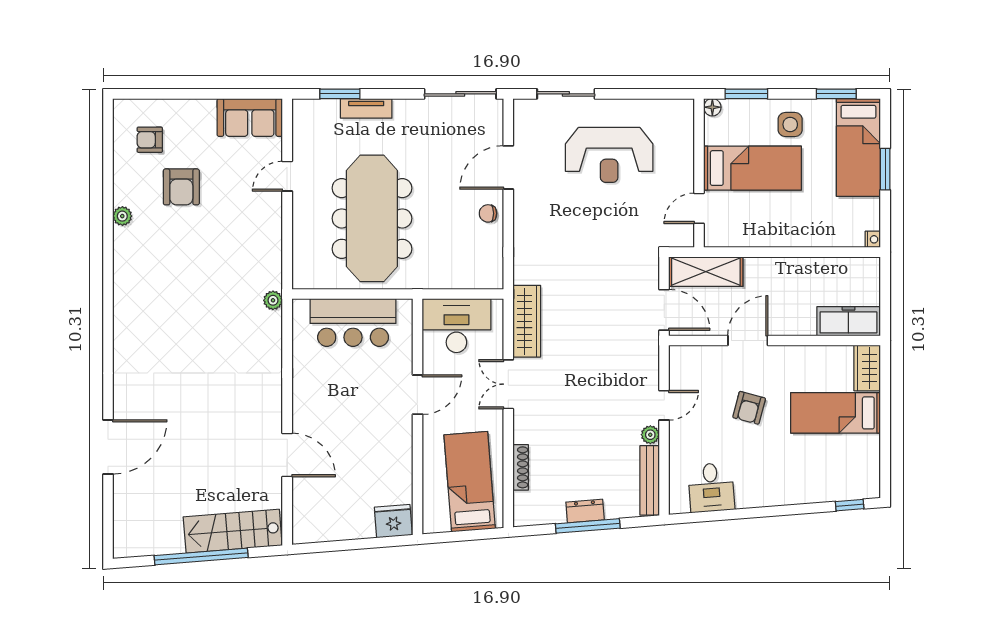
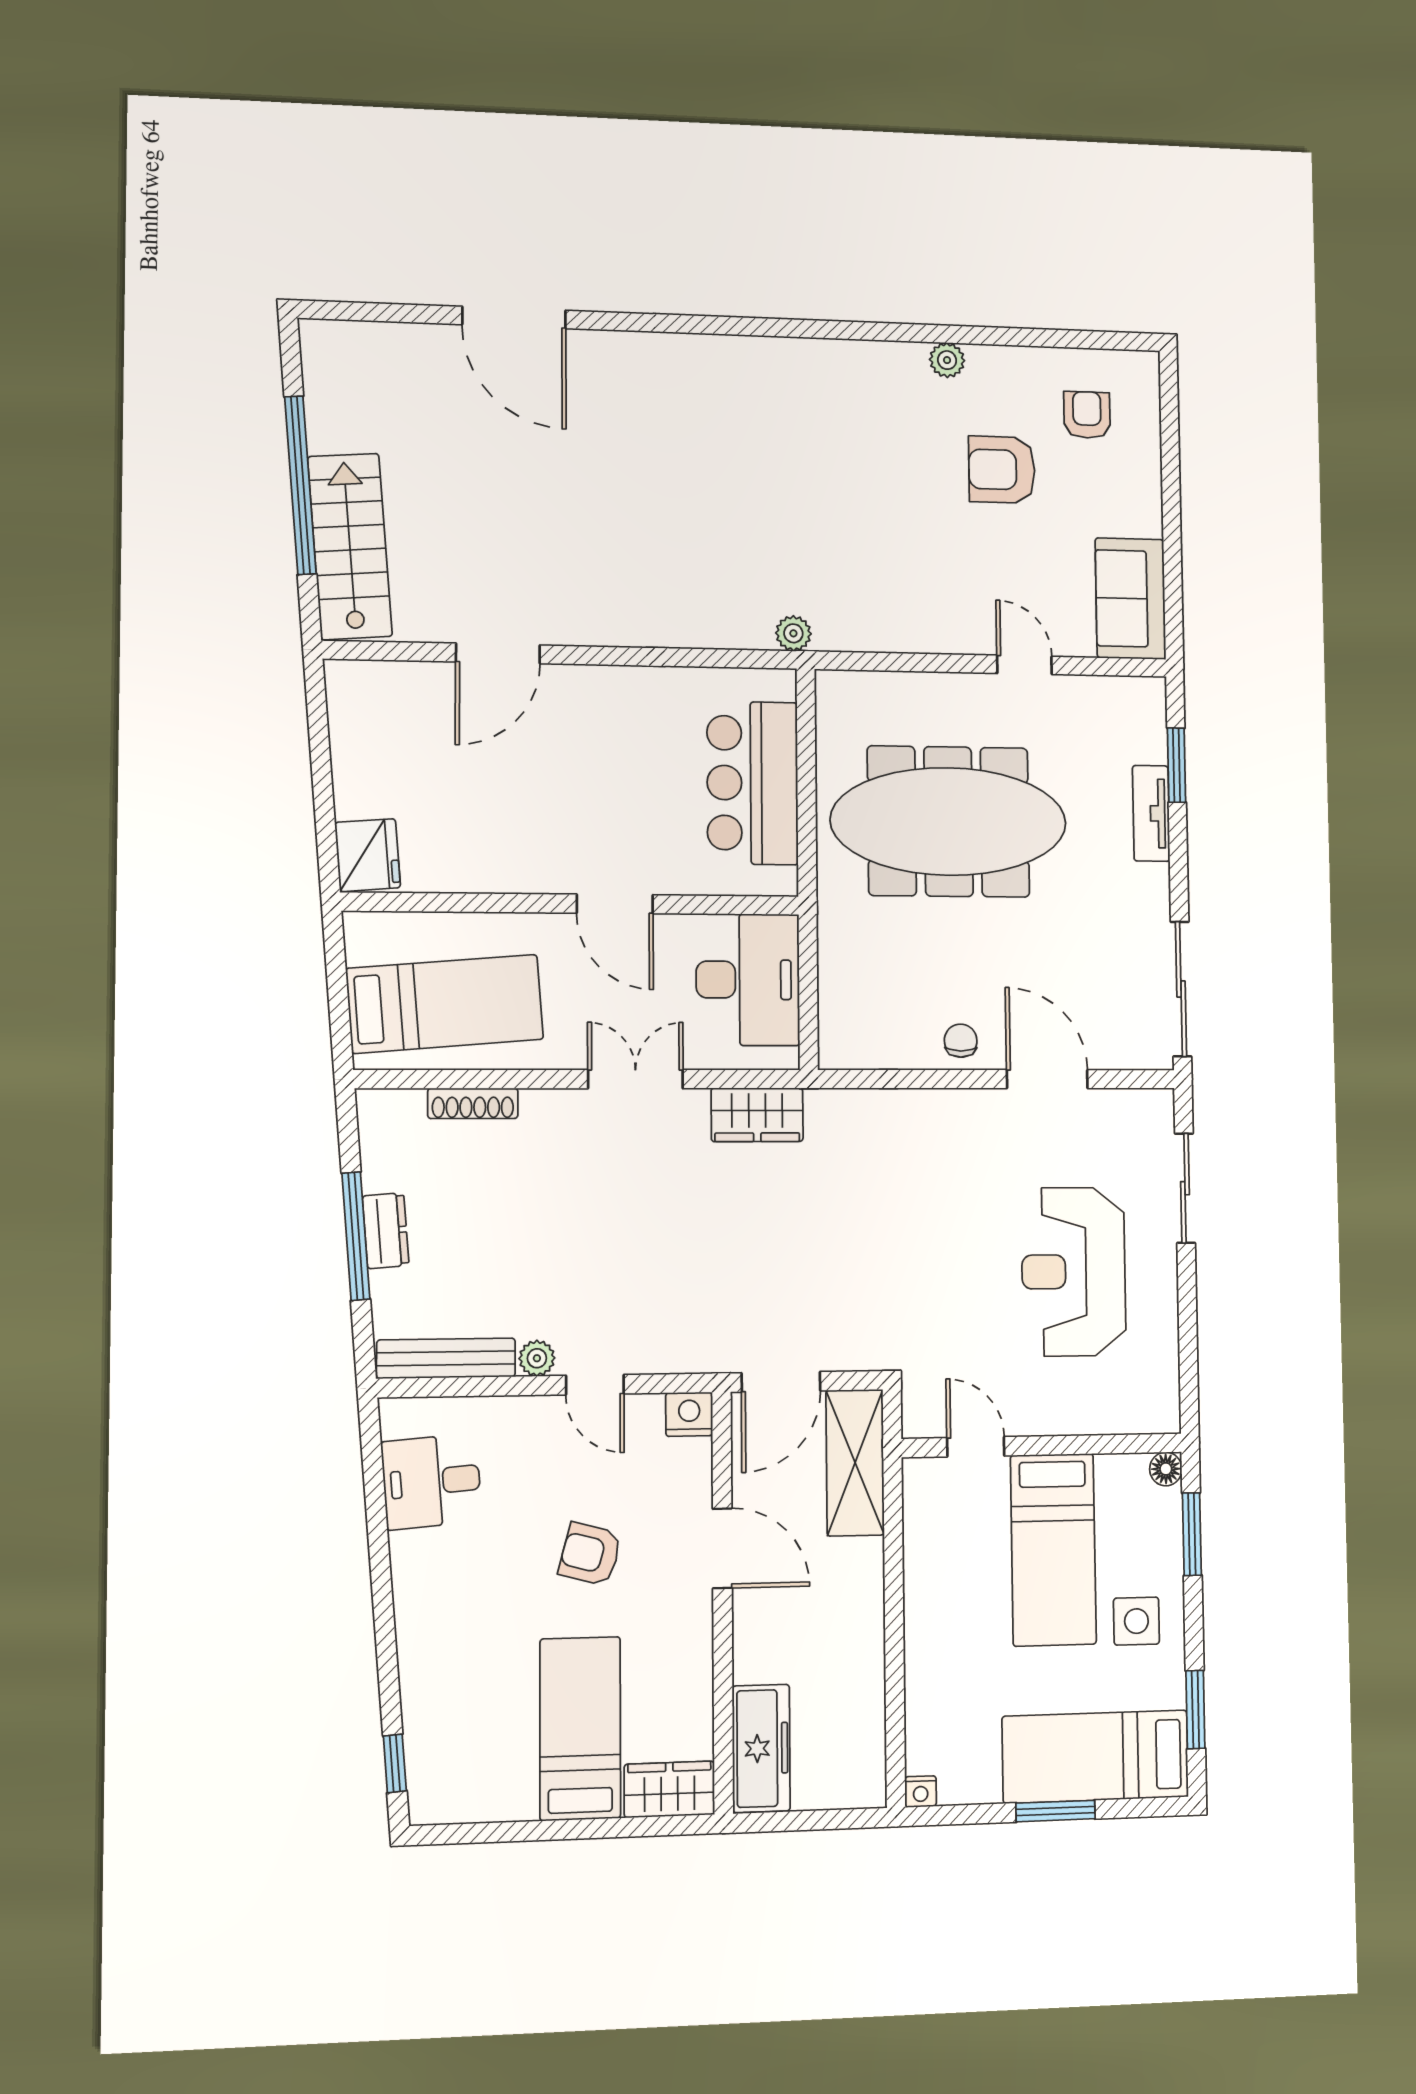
wardrobe: (527, 321) -> (757, 1115), width x0.67
nightstand: (680, 357) -> (689, 1414), added

